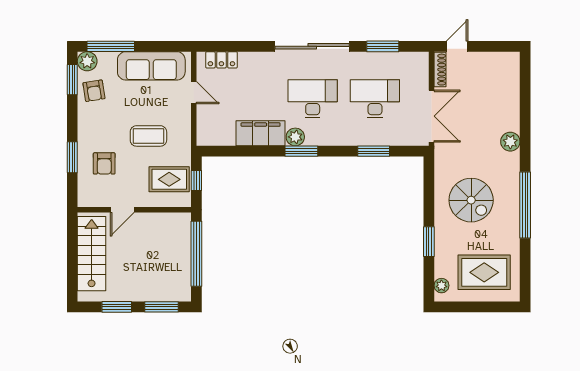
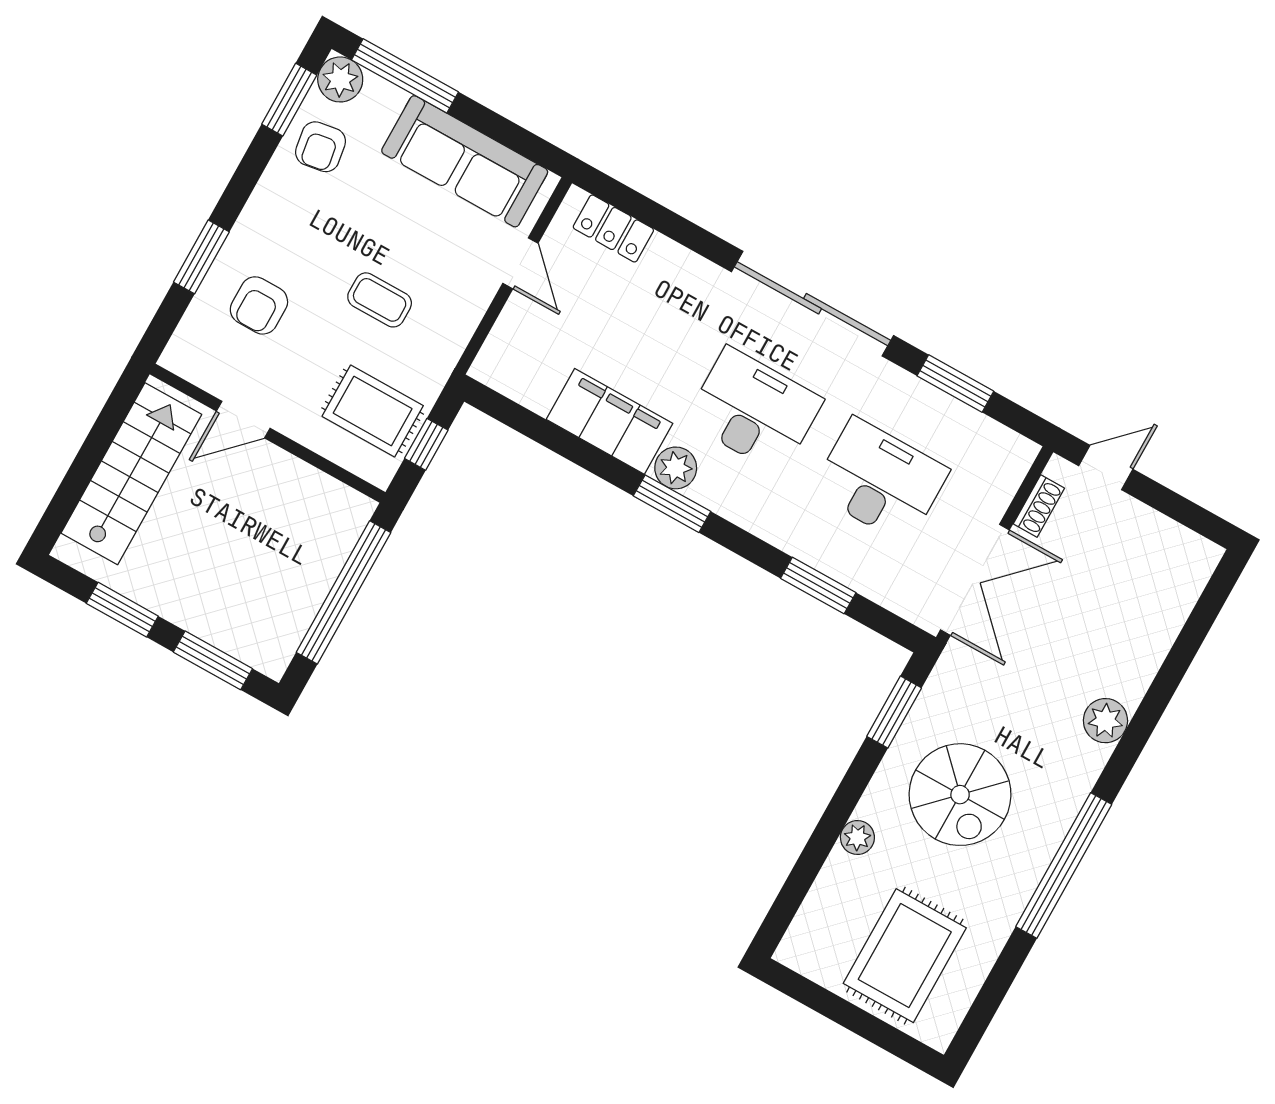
shoe rack: (440, 70) -> (1039, 506), width x0.70
coffee table: (148, 136) -> (380, 300), width x0.73, depth x0.77
window: (429, 242) -> (894, 712), moved
rug: (484, 272) -> (905, 956), turned 90
plant: (441, 286) -> (857, 838), moved

